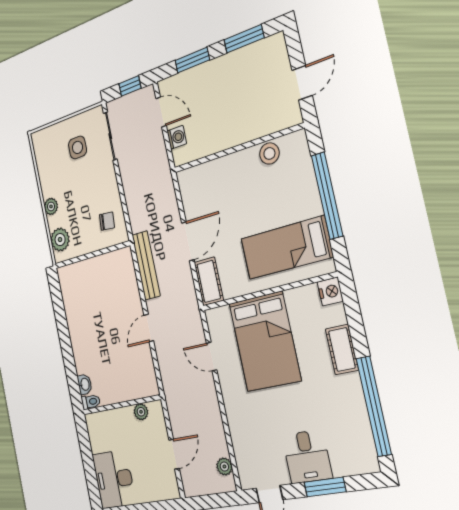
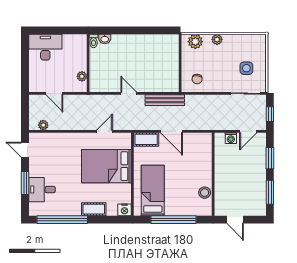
desk: (307, 457) -> (42, 190), moved

